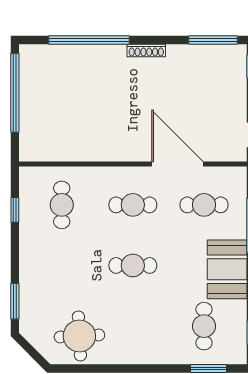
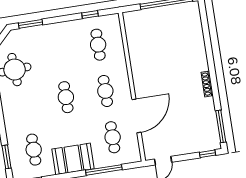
window: (89, 40) -> (208, 46), removed
cafe table: (62, 205) -> (98, 45), turned 90
cafe table: (204, 326) -> (34, 150), turned 90

